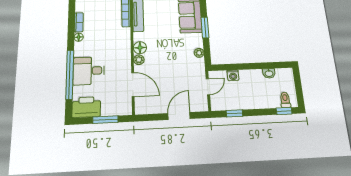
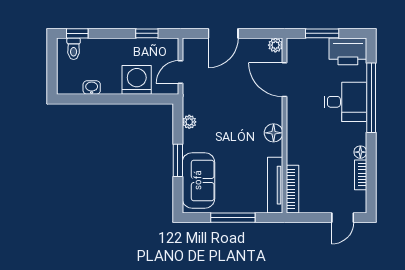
plant: (139, 60) -> (275, 45), moved
washing machine: (233, 75) -> (137, 80), width x1.89, depth x1.89

